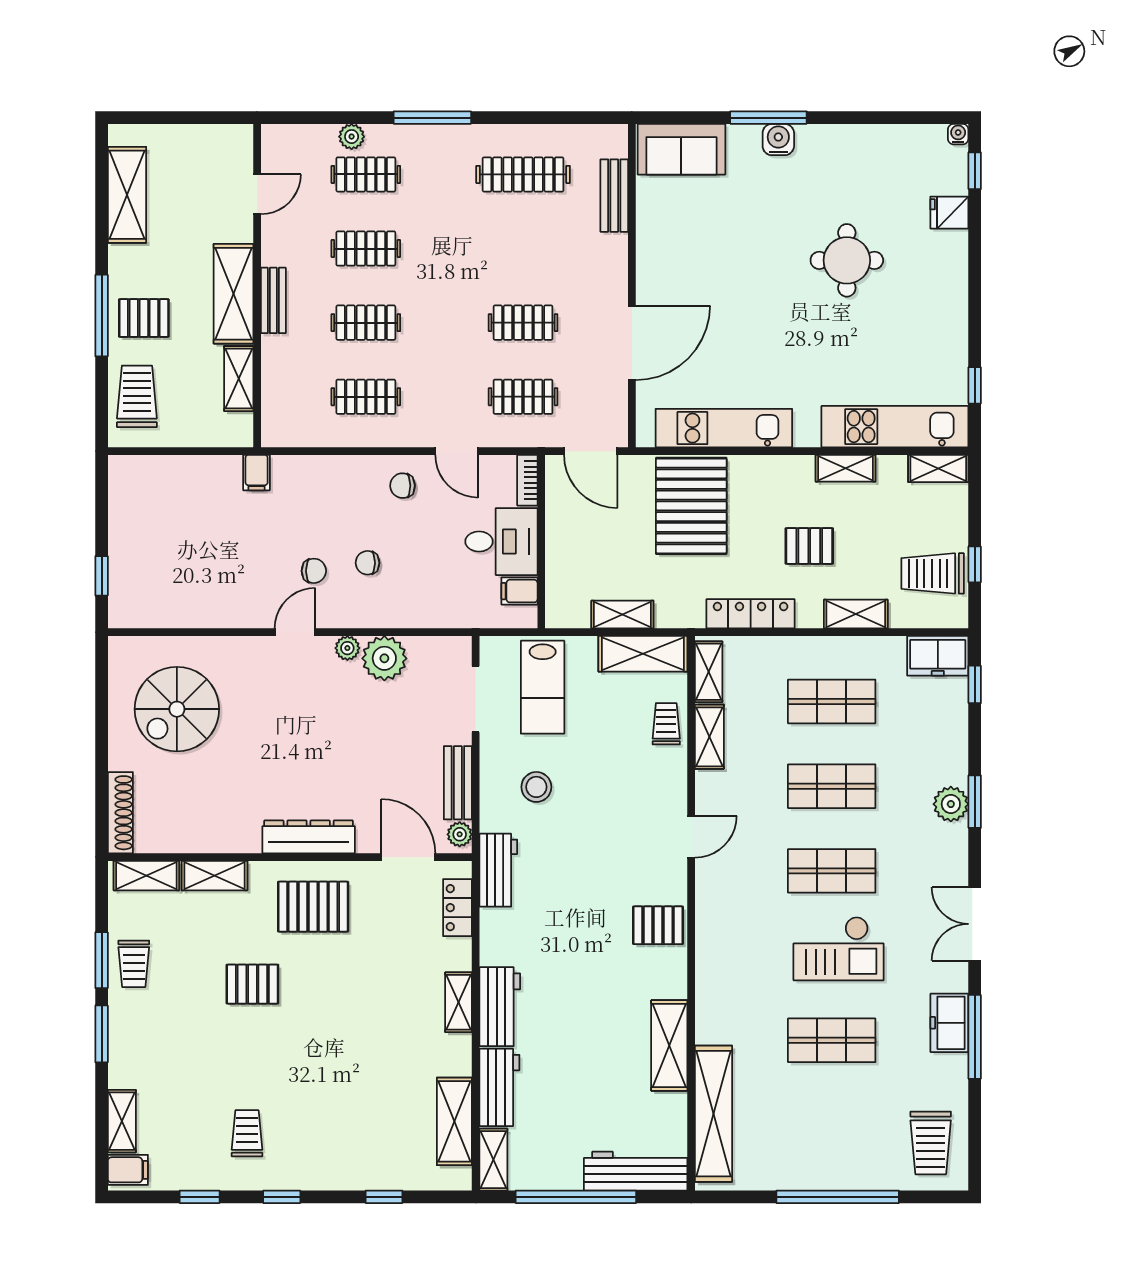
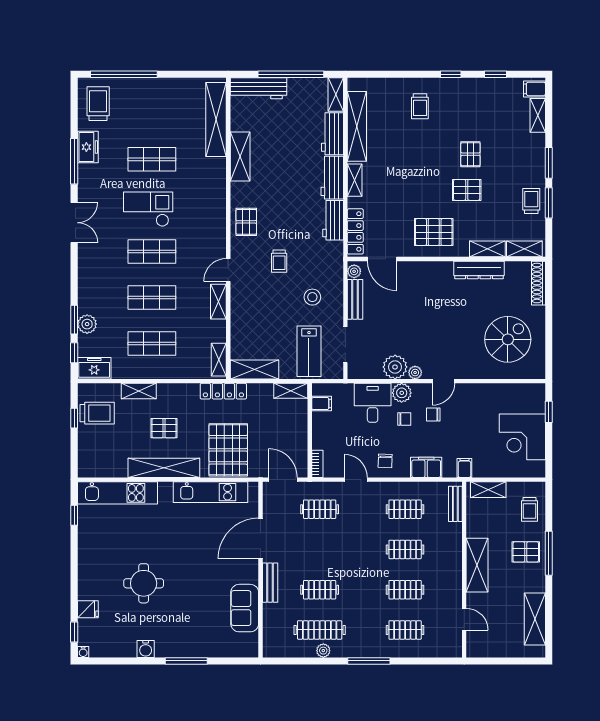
plant: (352, 137) -> (323, 651), moved
water cooler: (778, 140) -> (146, 649), moved
sofa: (681, 149) -> (245, 608), moved, turned -90
door: (257, 194) -> (464, 619), swing flipped
bench: (614, 196) -> (270, 583), moved
bench: (273, 300) -> (455, 504), moved
clothes rail: (523, 323) -> (320, 590), moved
shelving: (239, 379) -> (488, 490), moved, turned 90
trolley: (137, 396) -> (529, 509), width x0.73, depth x0.72
shelving: (845, 468) -> (164, 468), width x2.20, depth x1.33
shelving: (938, 468) -> (94, 470), removed
filing cabinet: (327, 474) -> (426, 467), added
chair: (402, 486) -> (385, 461), turned 93
corner desk: (150, 530) -> (522, 437), added
desk: (501, 542) -> (373, 403), moved, turned 90
plant: (372, 611) -> (402, 393), added
shelving: (622, 614) -> (291, 391), moved
locker: (751, 614) -> (223, 391), moved
lab bench: (543, 687) -> (309, 351), turned 180
trolley: (666, 724) -> (279, 261), moved
shelving: (709, 737) -> (218, 302), moved
window: (975, 802) -> (74, 320), moved
plant: (951, 804) -> (87, 324), moved
dresser: (309, 837) -> (479, 270), moved
workbench: (498, 870) -> (333, 220), moved
locker: (457, 908) -> (355, 231), width x1.53
pallet: (658, 925) -> (246, 222), turned 90
freezer: (949, 1023) -> (88, 147), moved
pallet: (246, 1050) -> (470, 154), added
shelving: (454, 1121) -> (357, 126), width x1.47
trolley: (247, 1133) -> (420, 106), moved
window: (384, 1197) -> (395, 74), removed
window: (838, 1197) -> (124, 74), moved

